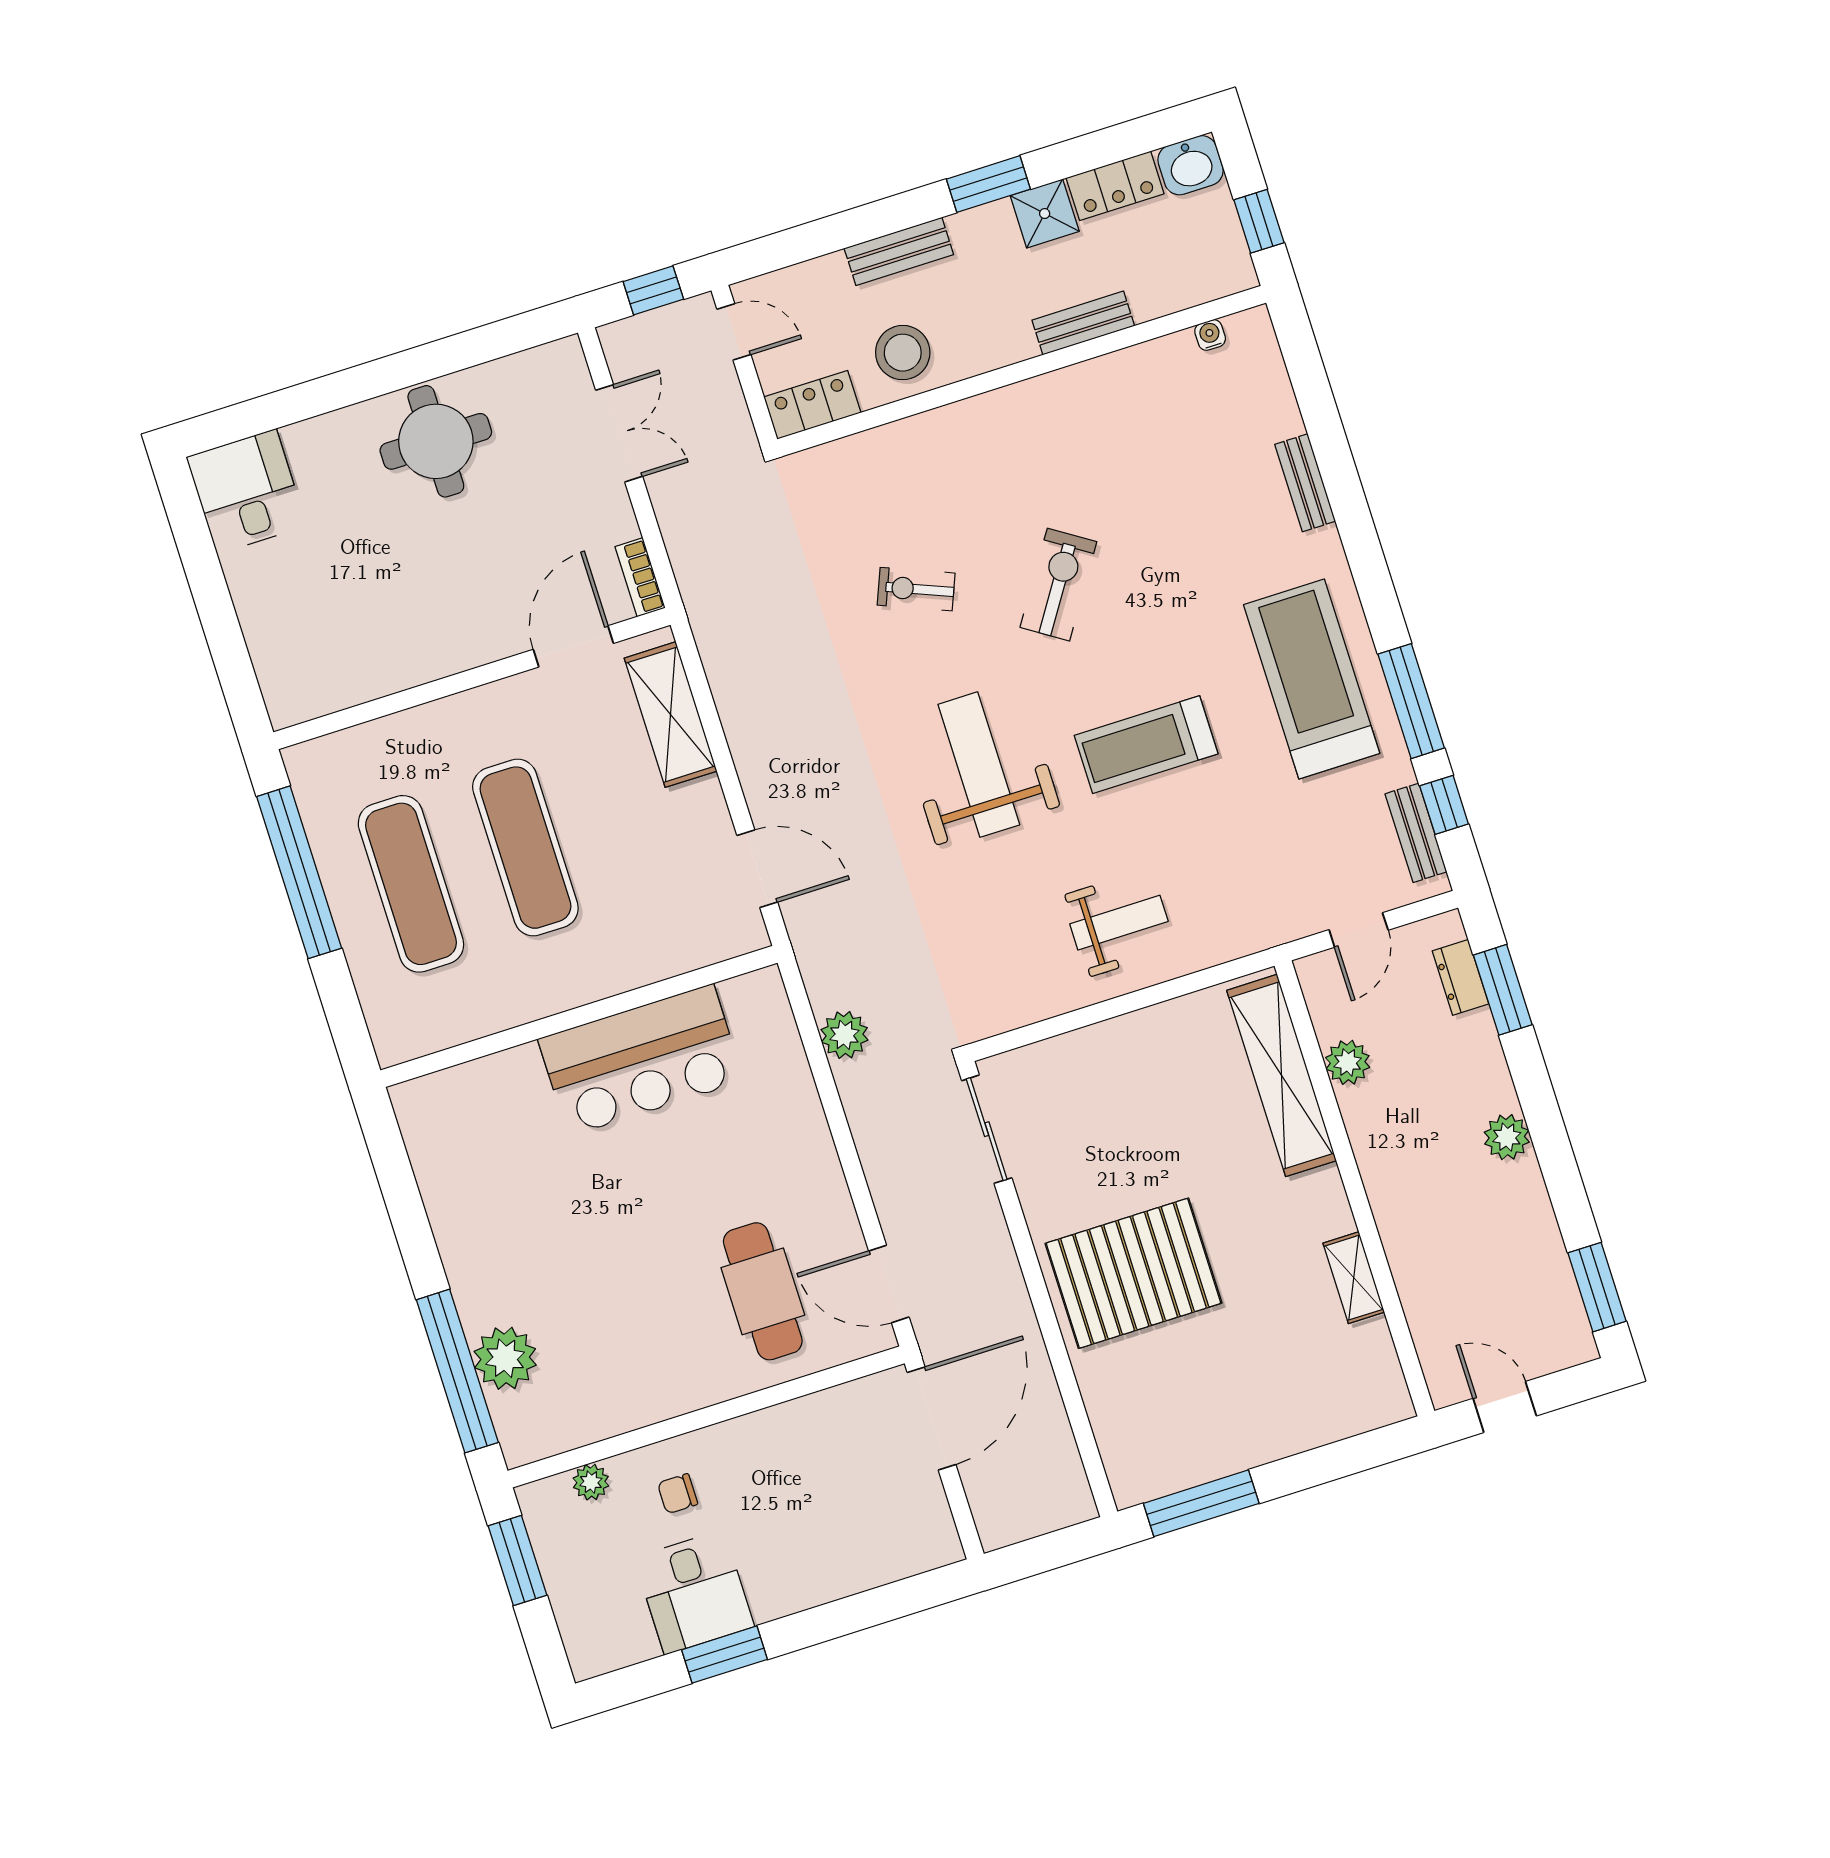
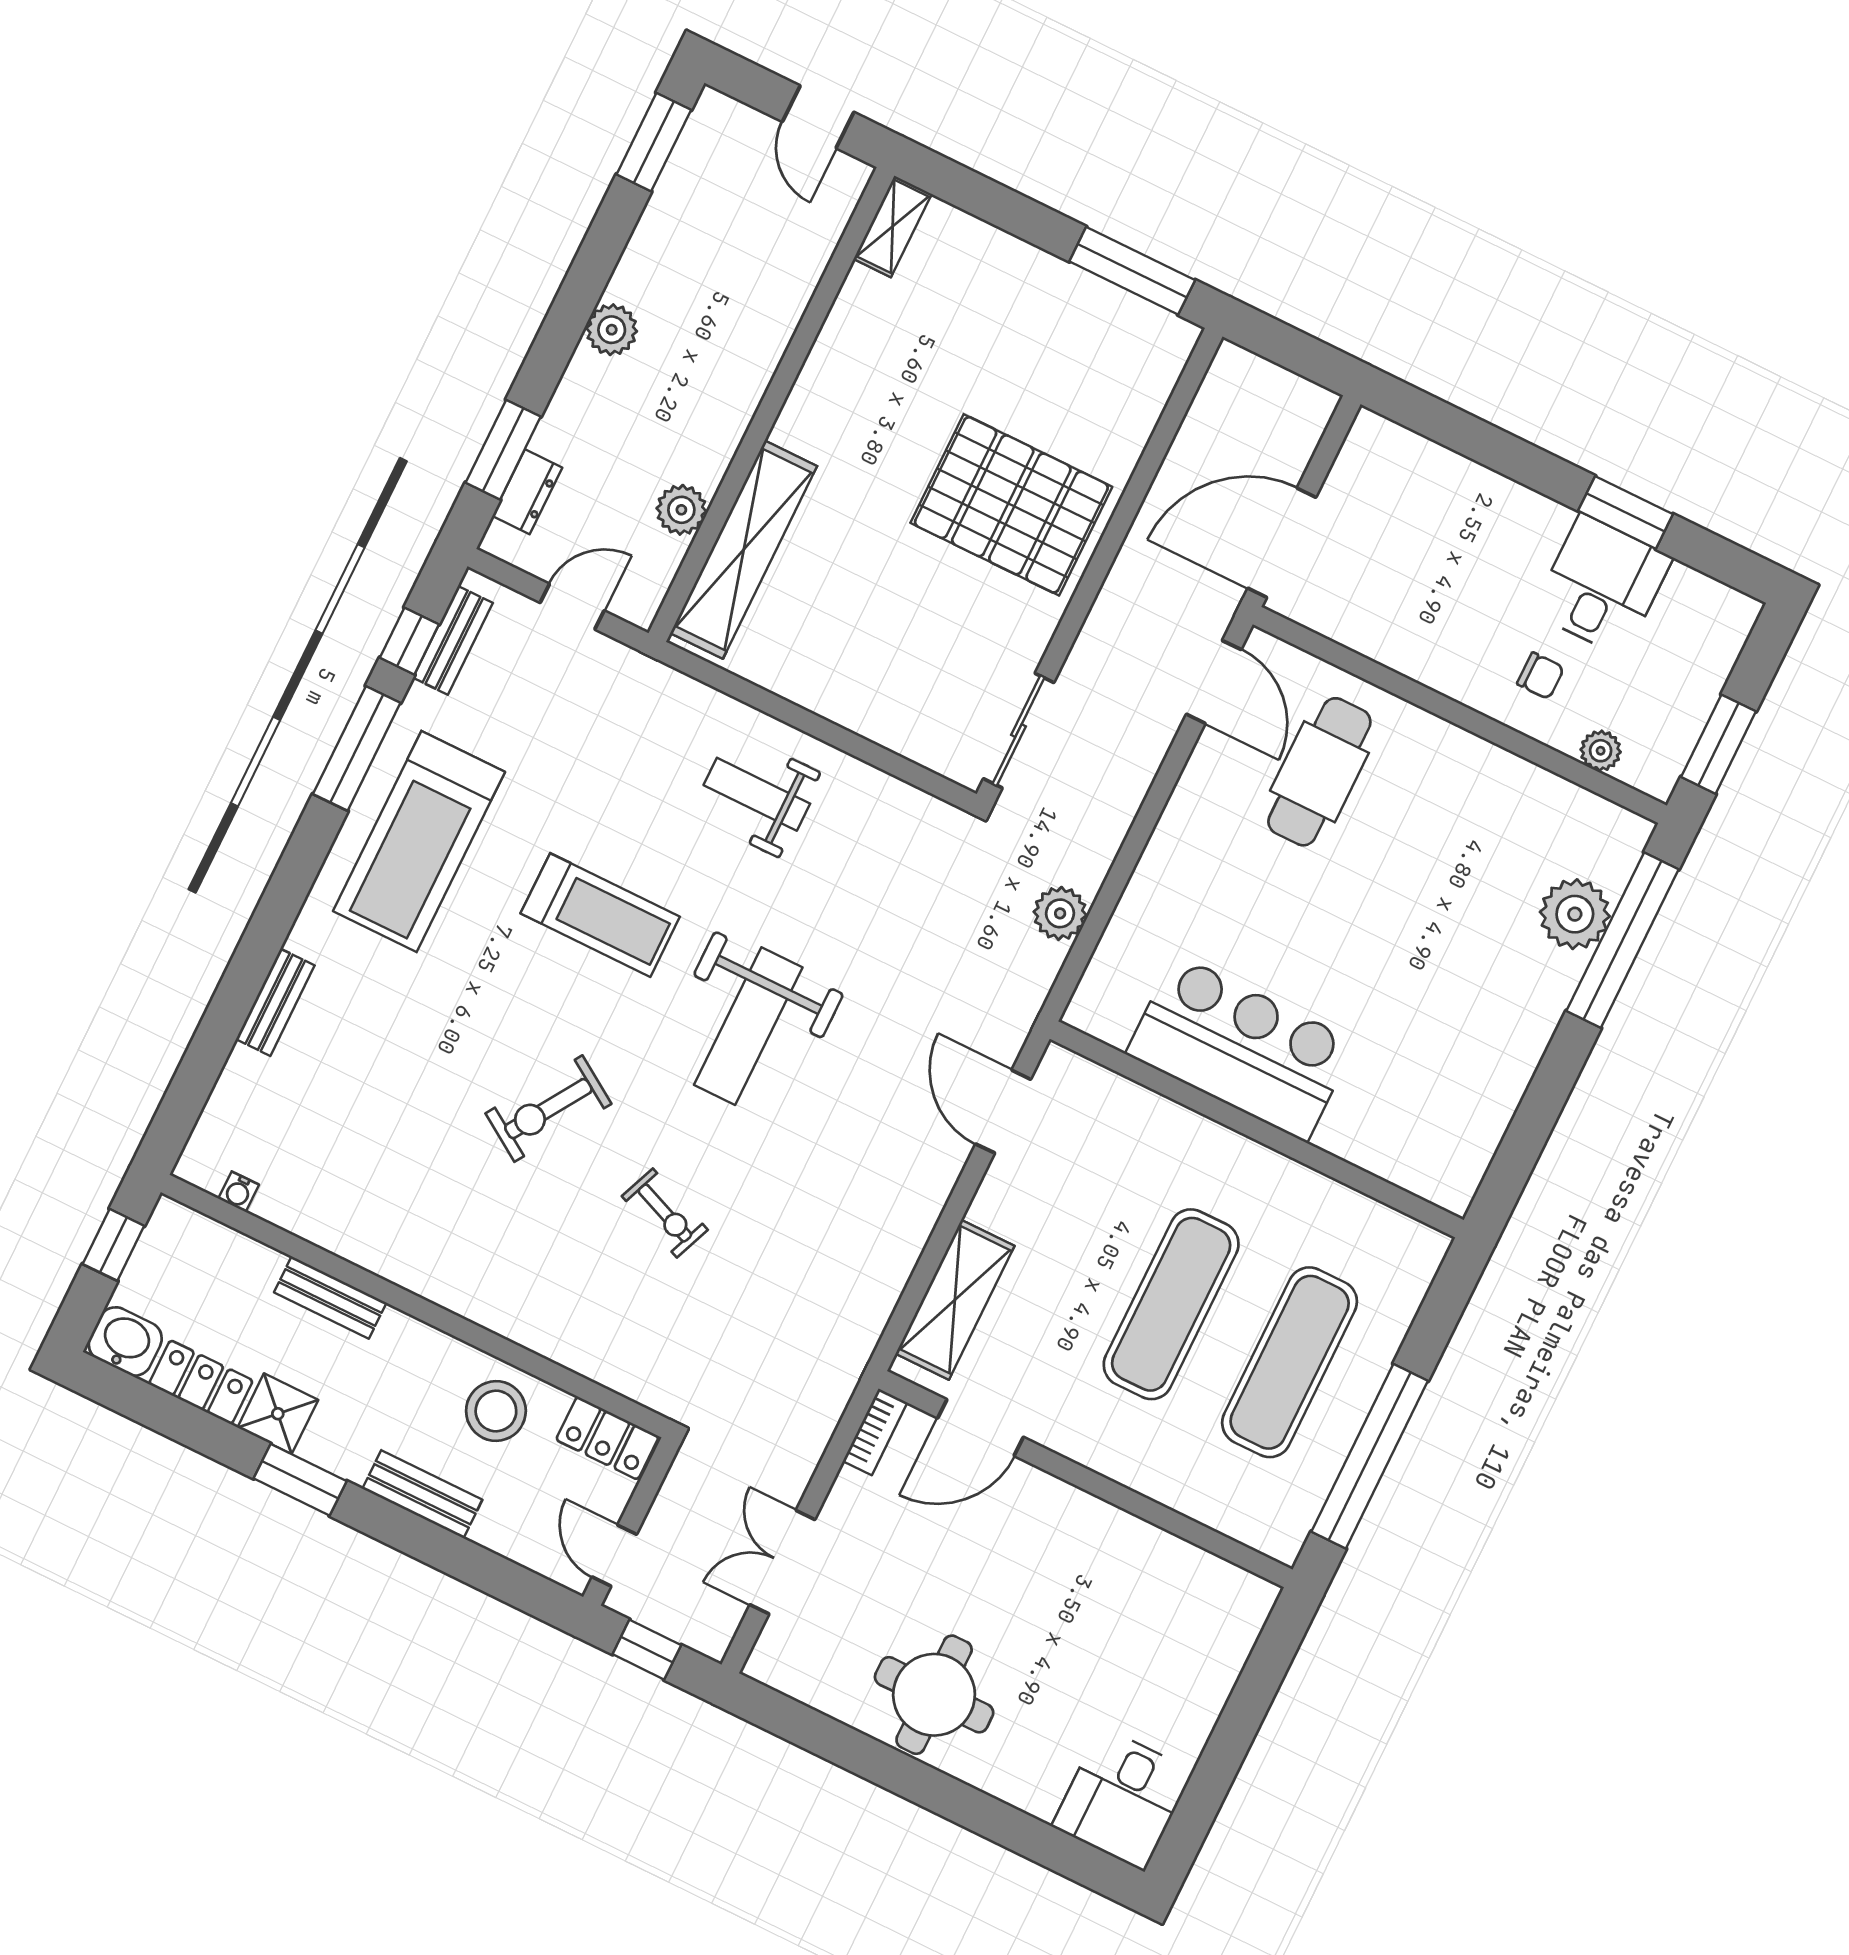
shelving: (1354, 1278) -> (893, 226), moved

